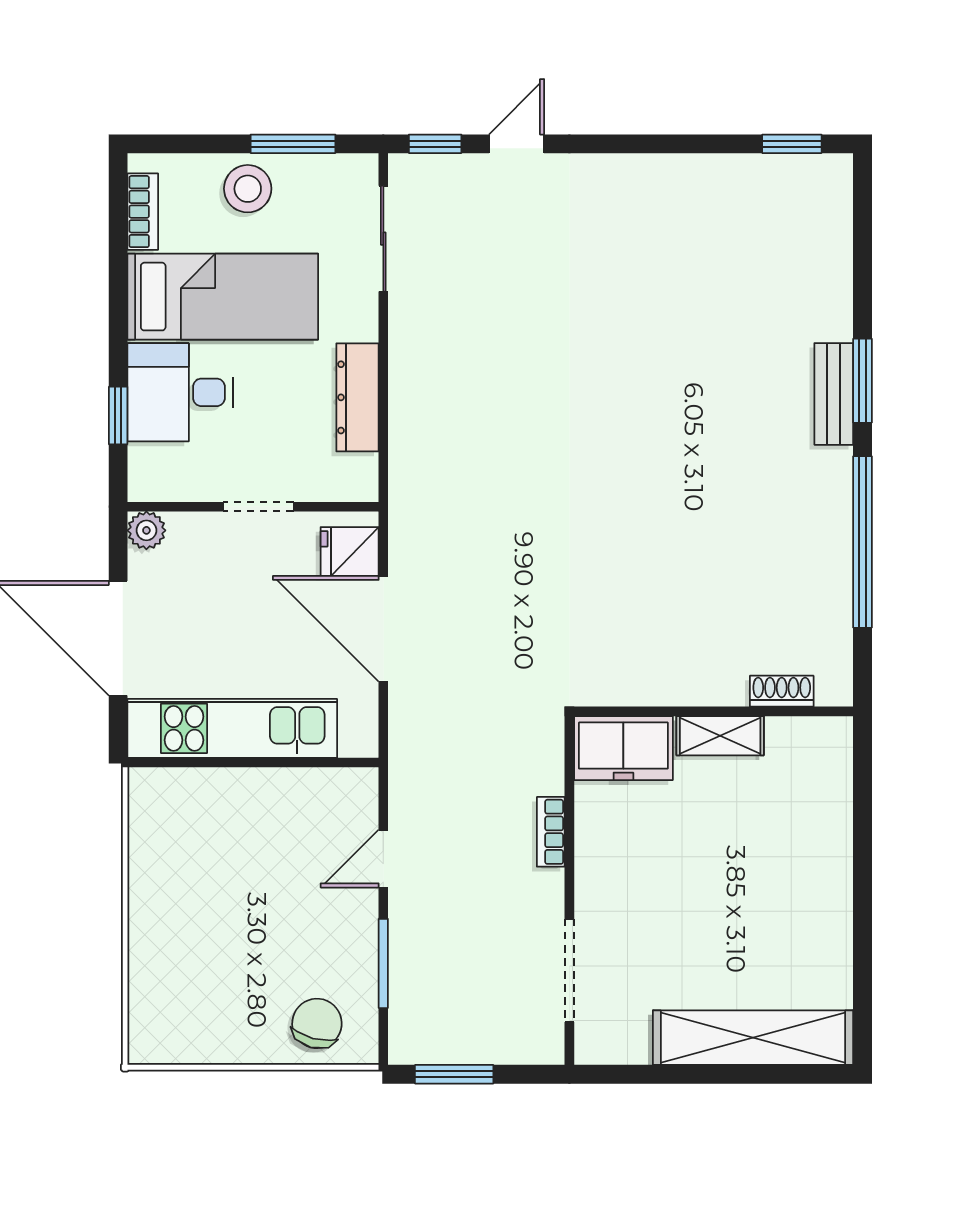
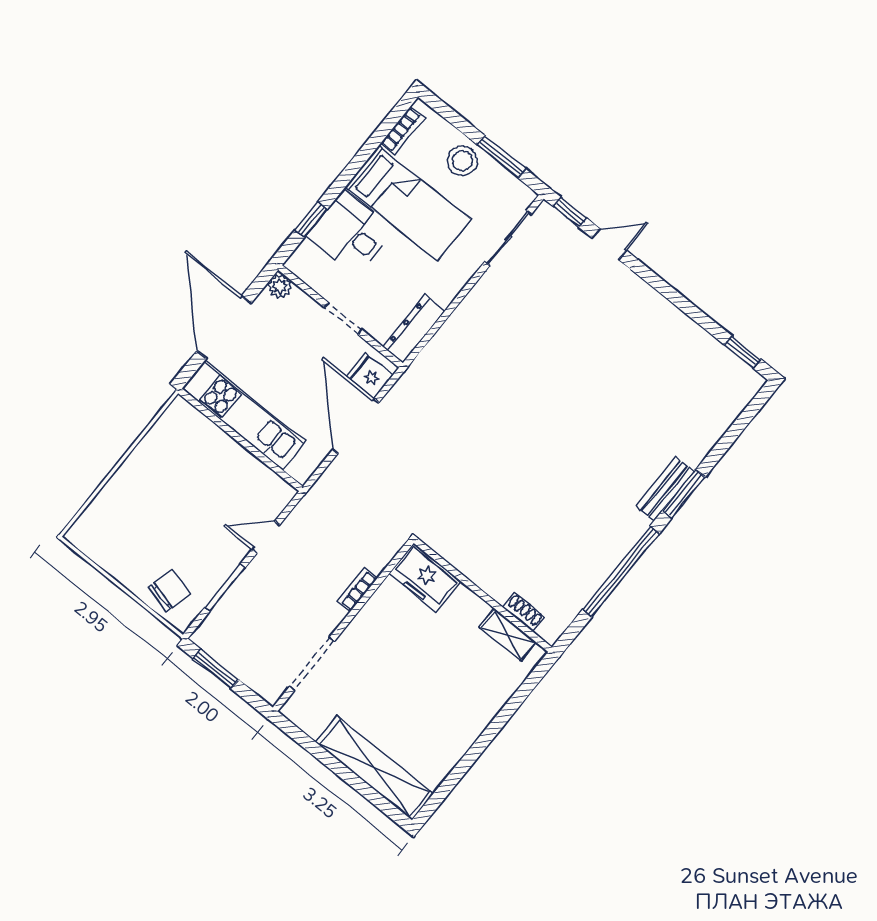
dresser: (357, 397) -> (414, 329), moved
shelving: (720, 736) -> (508, 635), moved

